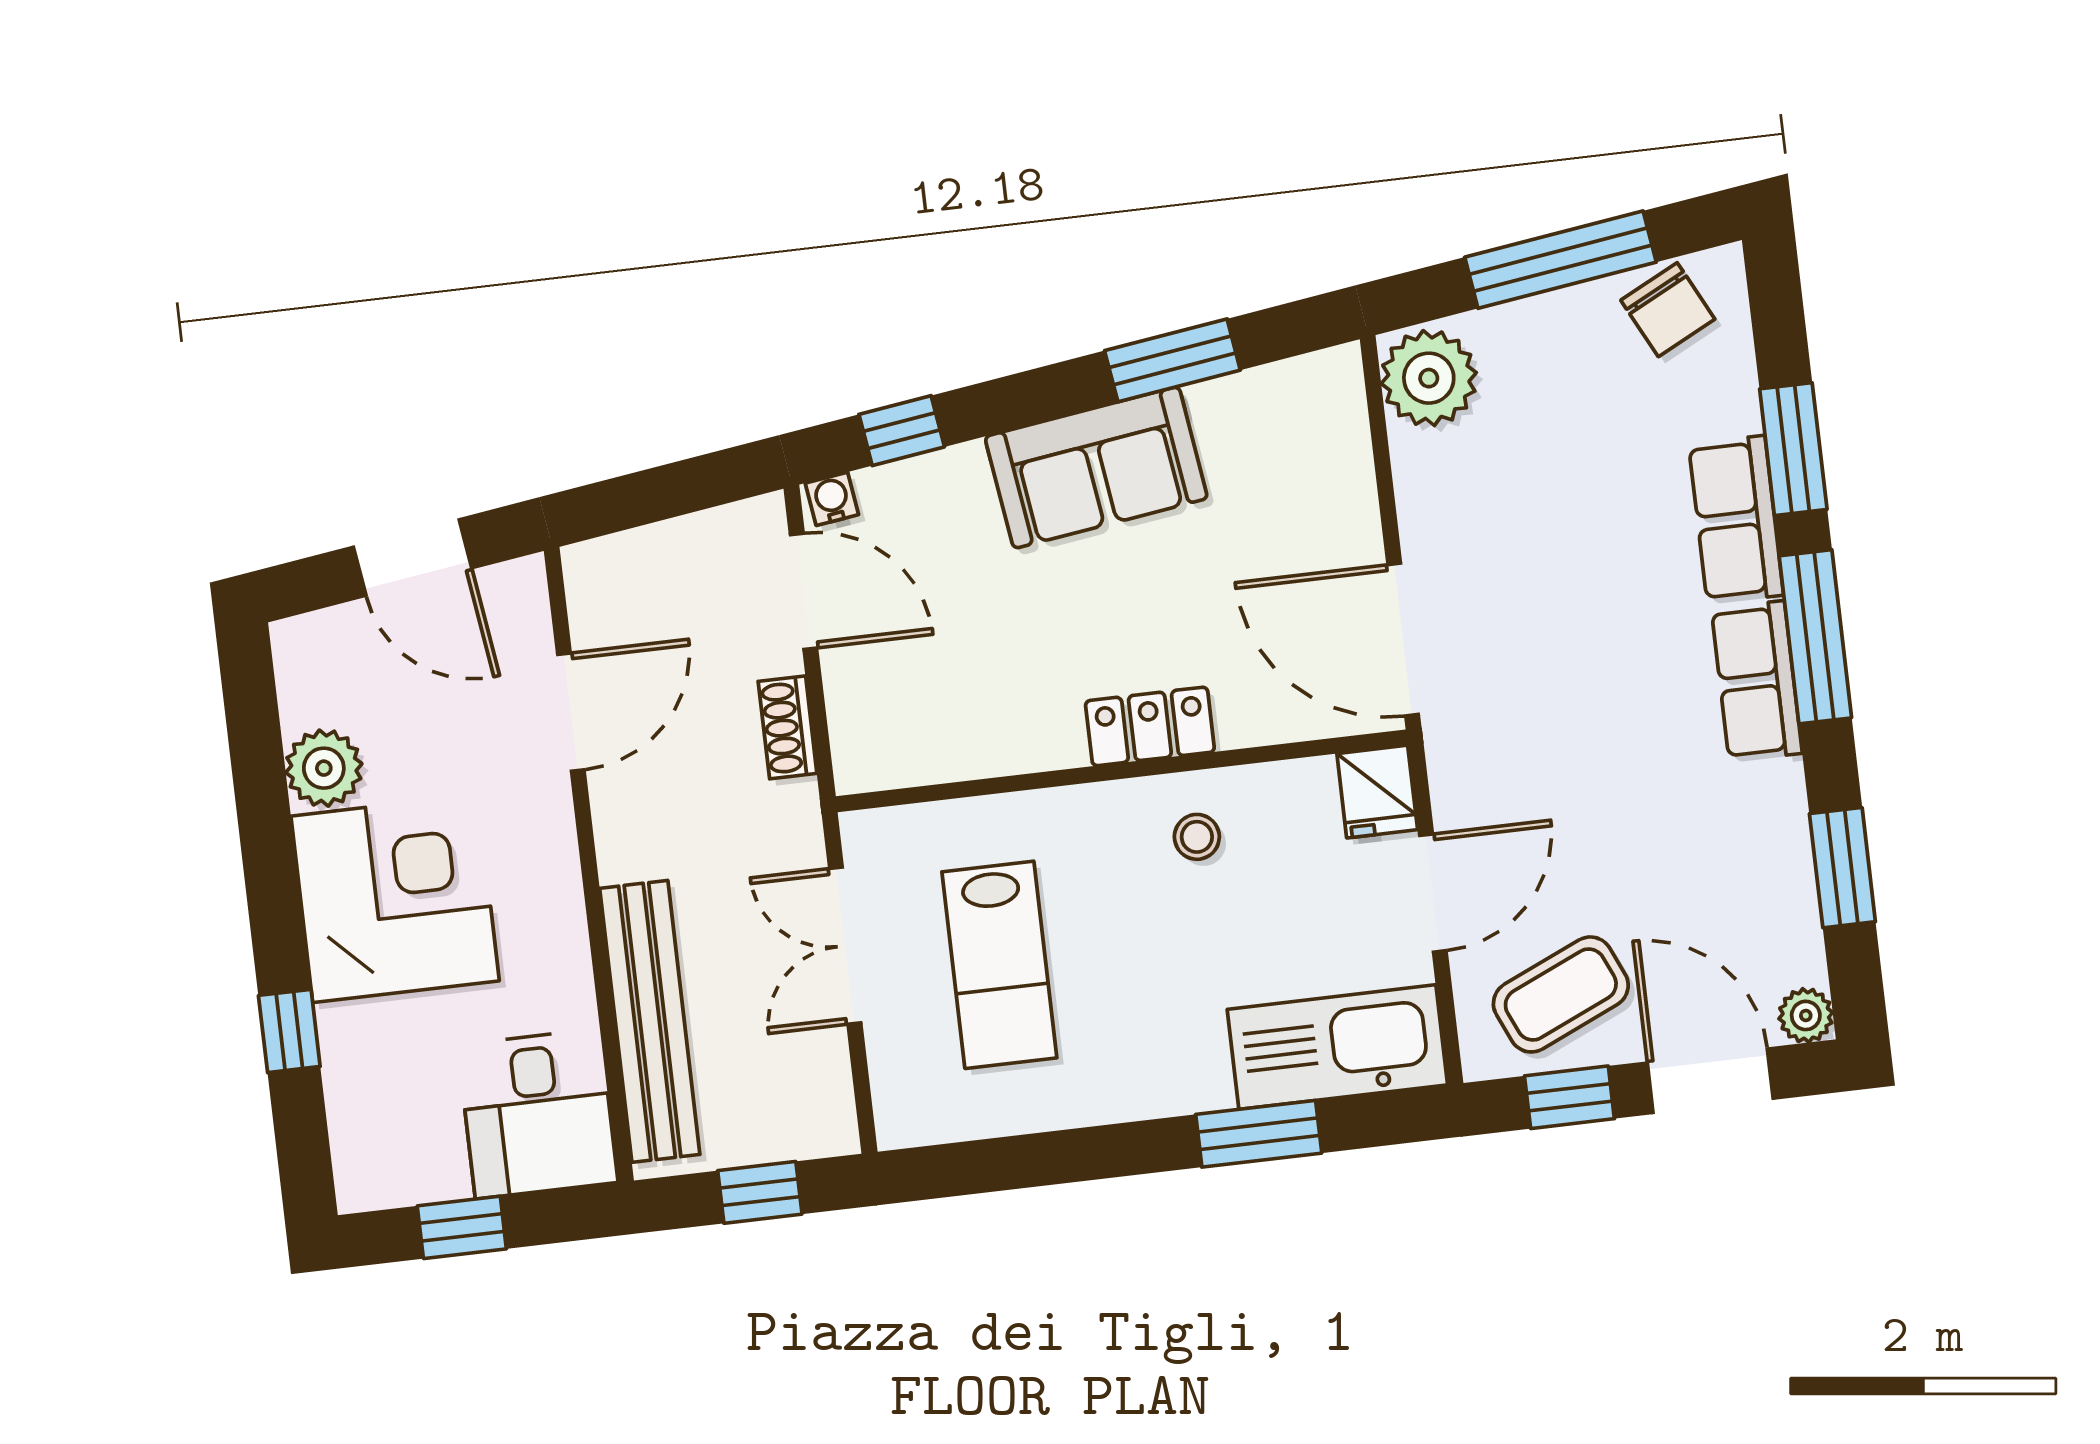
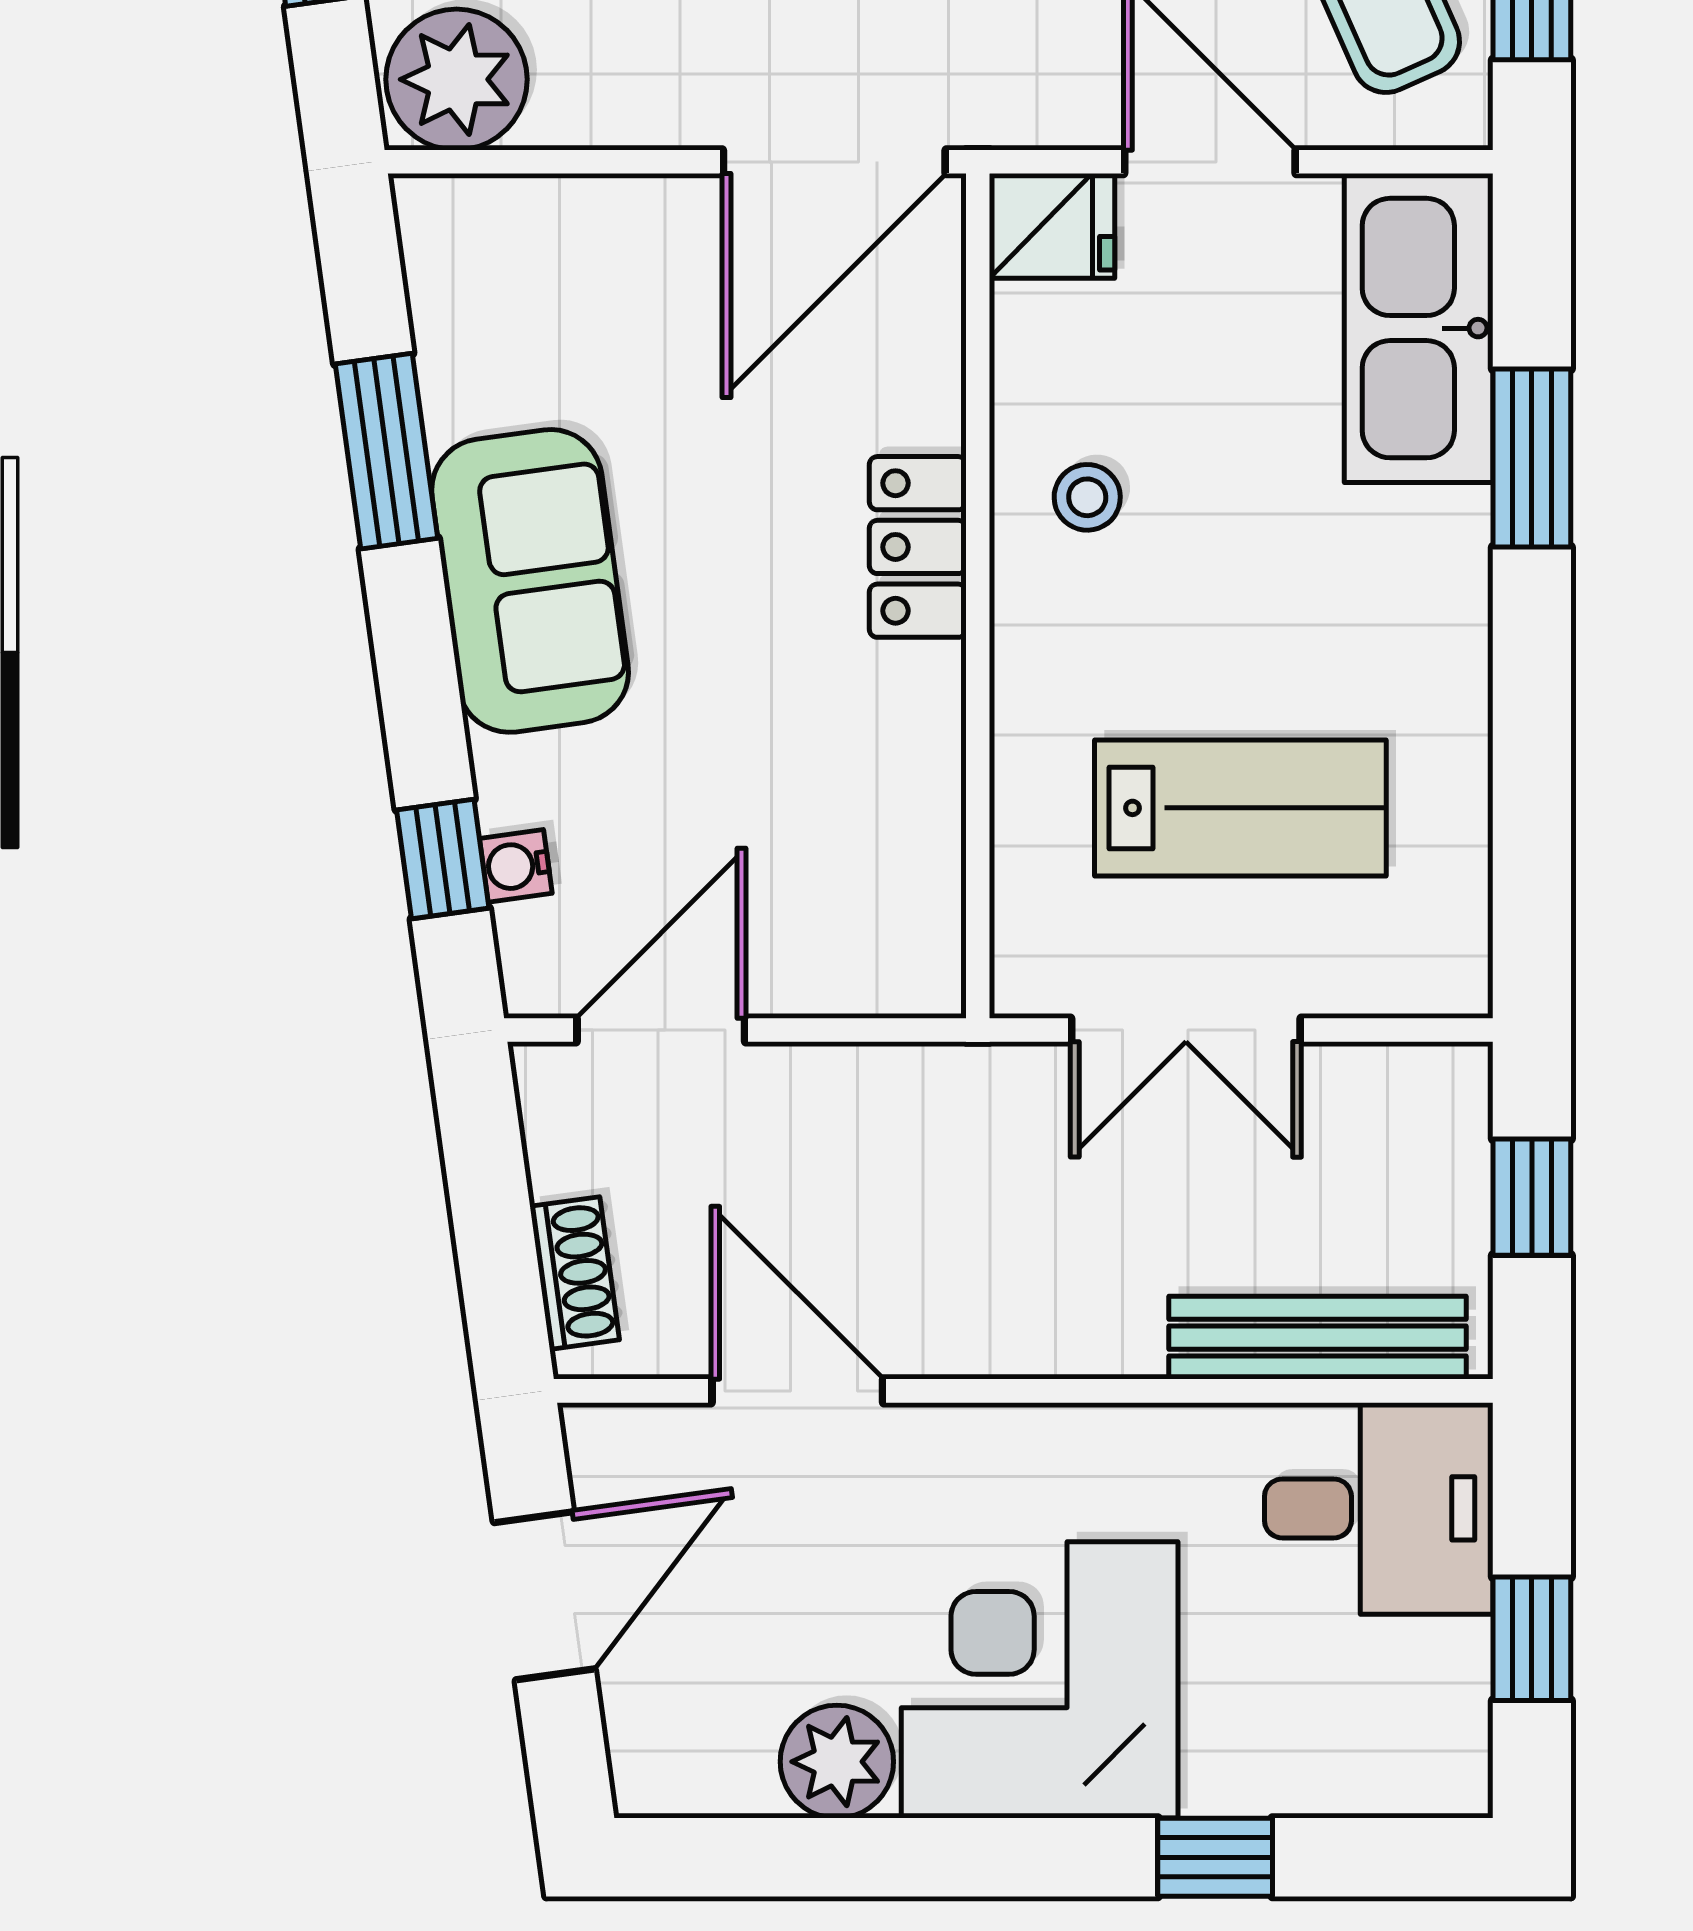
water cooler: (832, 499) -> (516, 866), moved
shoe rack: (788, 727) -> (575, 1273), moved, turned -98
bench: (650, 1021) -> (1318, 1338), width x0.73, depth x0.82

